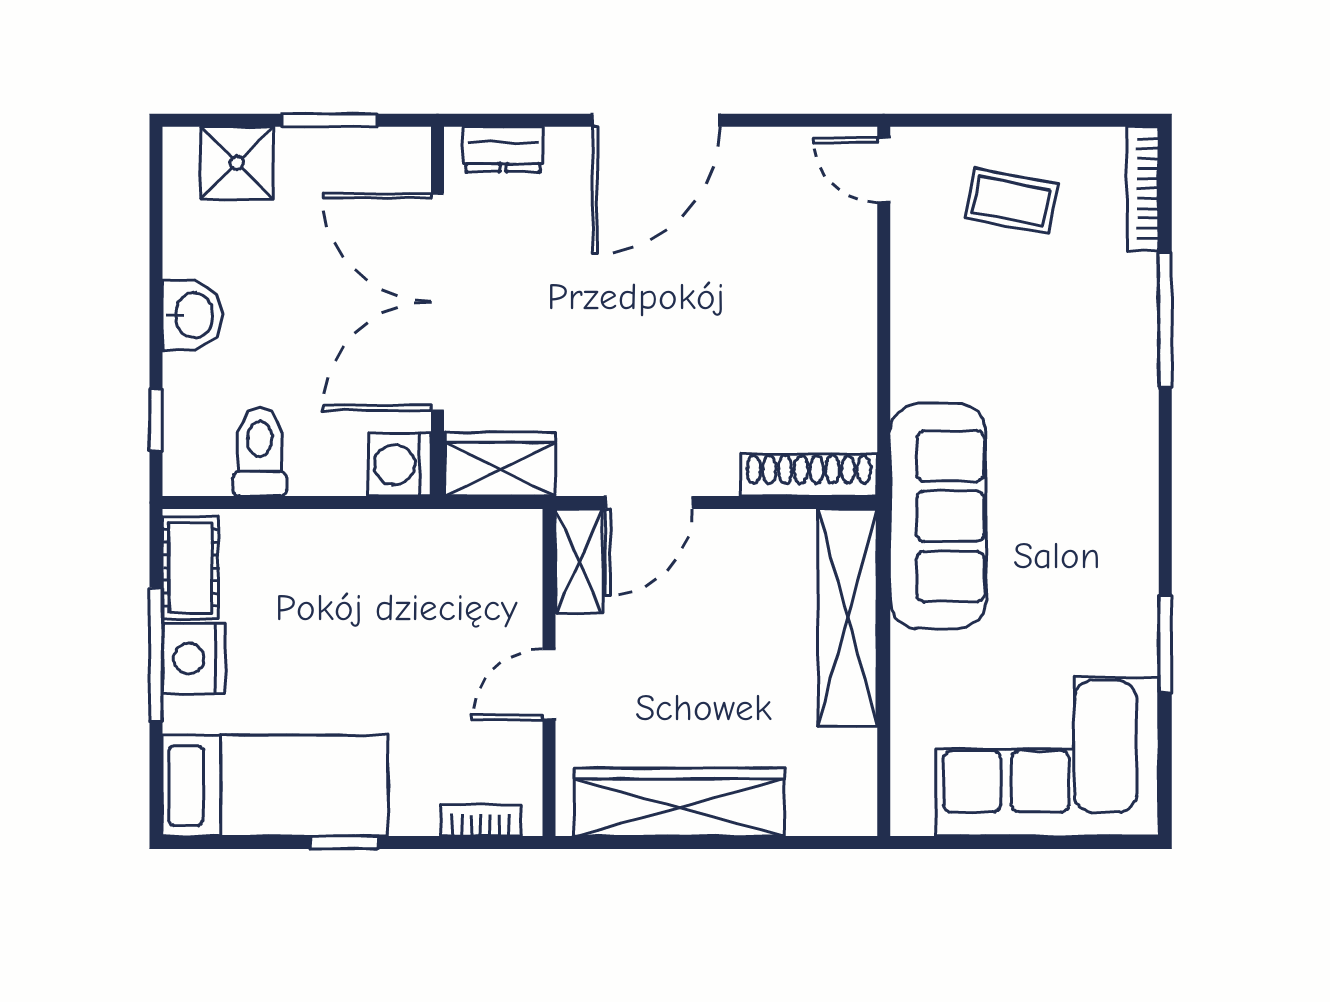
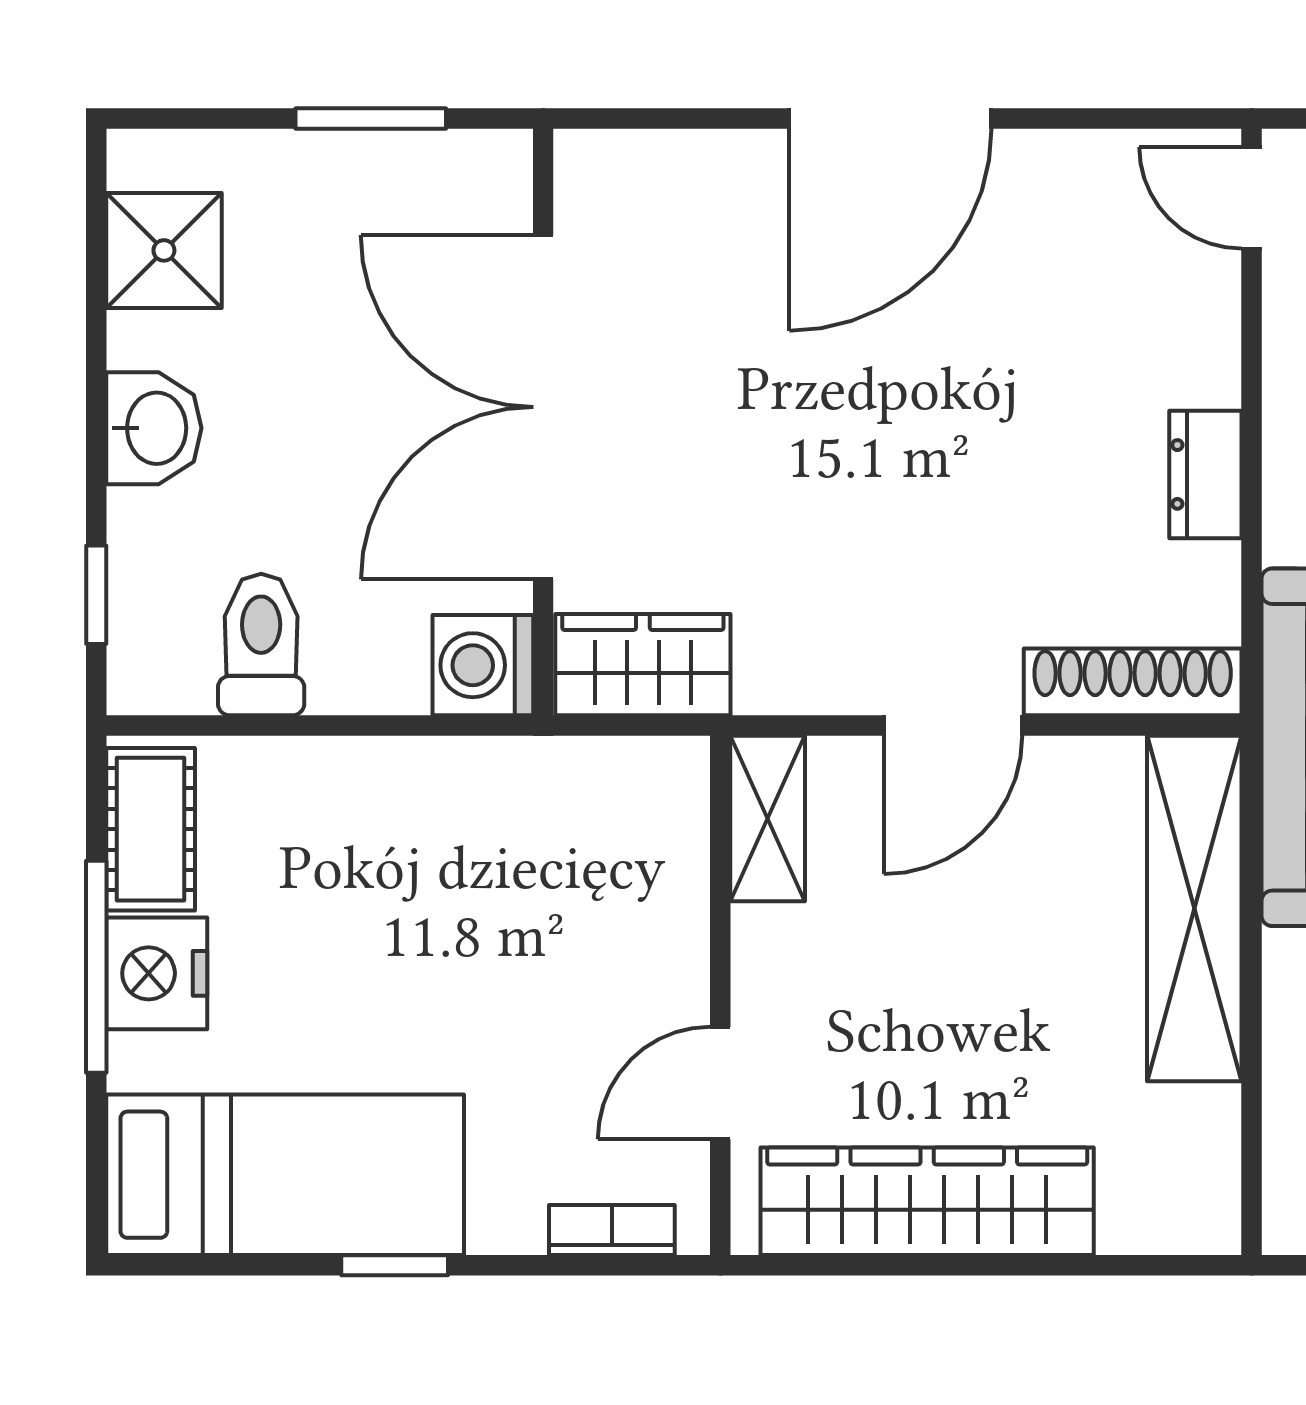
dresser: (503, 149) -> (1205, 474), moved, turned 90
shower: (237, 163) -> (164, 250), moved
door: (649, 503) -> (953, 726), moved
door: (549, 685) -> (720, 1083), moved

